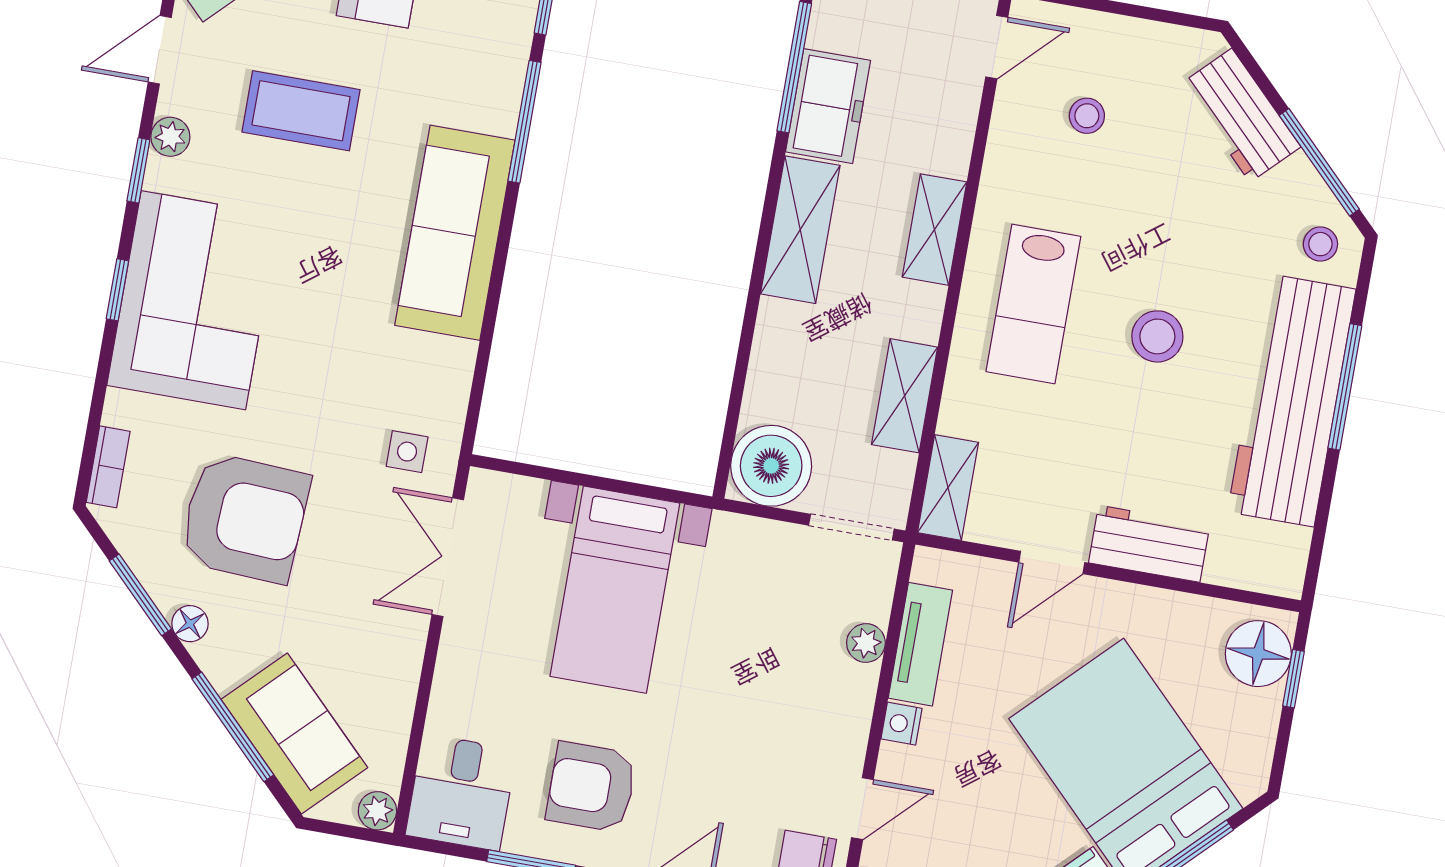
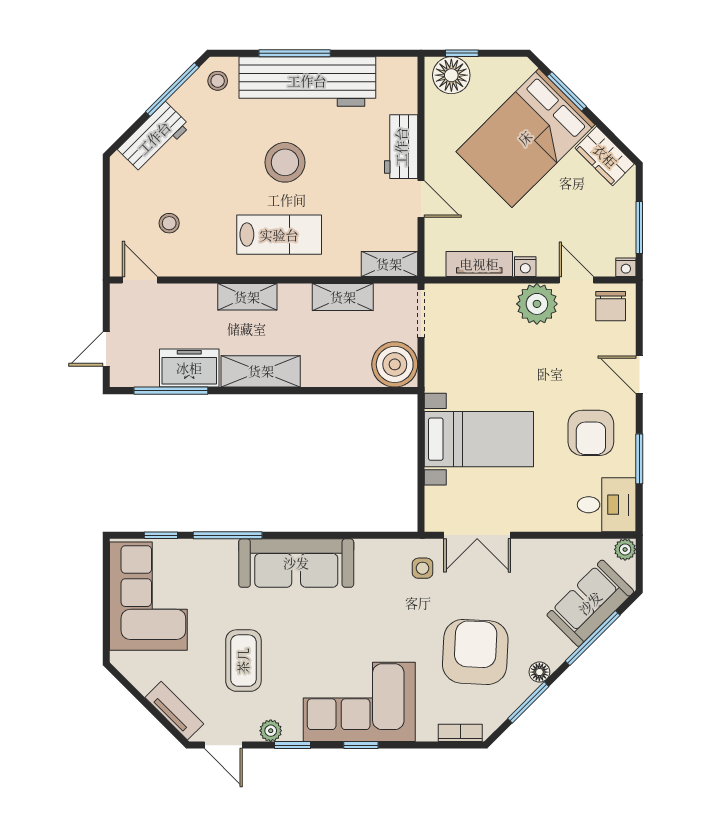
stool: (1157, 336) -> (285, 162), width x1.38, depth x1.38
plant: (866, 643) -> (537, 304), moved, width x1.88, depth x1.88

